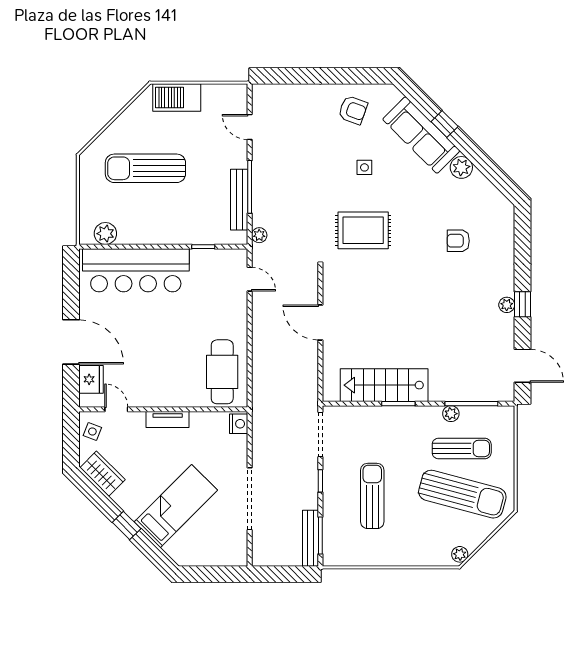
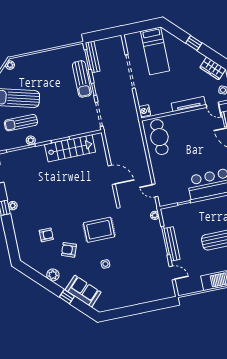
armchair: (353, 110) -> (69, 250), moved
sofa: (421, 135) -> (83, 291), width x0.73
bench: (239, 200) -> (172, 244), moved
tv unit: (168, 420) -> (188, 104), width x1.41
sun lounger: (372, 496) -> (82, 79), moved
bed: (176, 506) -> (155, 51), moved, turned -45

